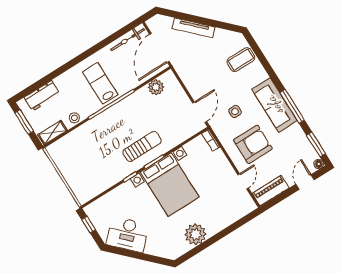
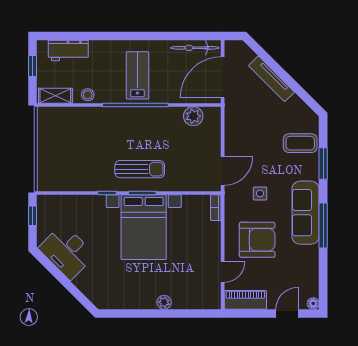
window: (24, 122) -> (32, 66), width x0.67
window: (316, 145) -> (323, 163), moved
plant: (195, 234) -> (164, 302), moved, width x0.53, depth x0.53

